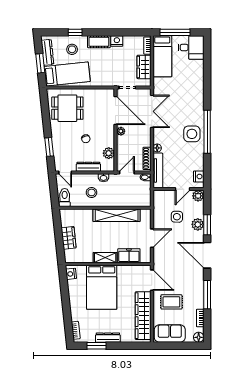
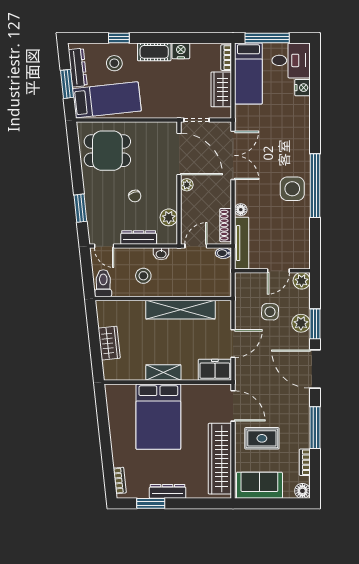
nightstand: (199, 176) -> (302, 88), moved
freezer: (129, 256) -> (215, 370), moved
nightstand: (71, 274) -> (113, 397), removed

